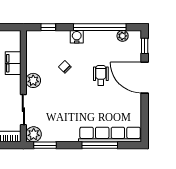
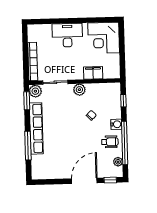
wheelchair: (101, 75) -> (110, 142), moved
row of seats: (110, 134) -> (36, 128), moved

